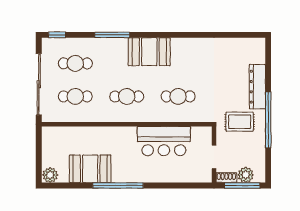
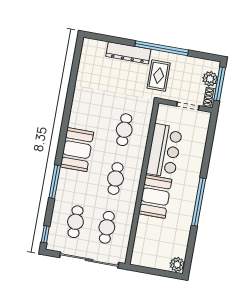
booth: (90, 169) -> (155, 197), moved

